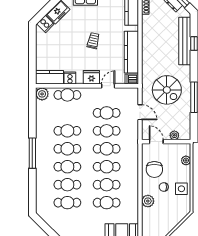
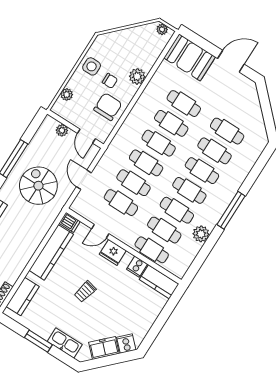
plant: (42, 94) -> (201, 234), moved
cafe table: (67, 113) -> (164, 230), added

